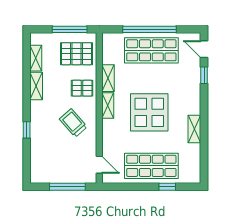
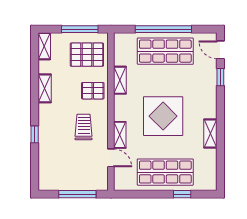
shelving: (36, 58) -> (44, 46), moved
shelving: (108, 105) -> (120, 135), moved
trolley: (73, 123) -> (84, 127), turned 41
door: (99, 165) -> (111, 158), moved

